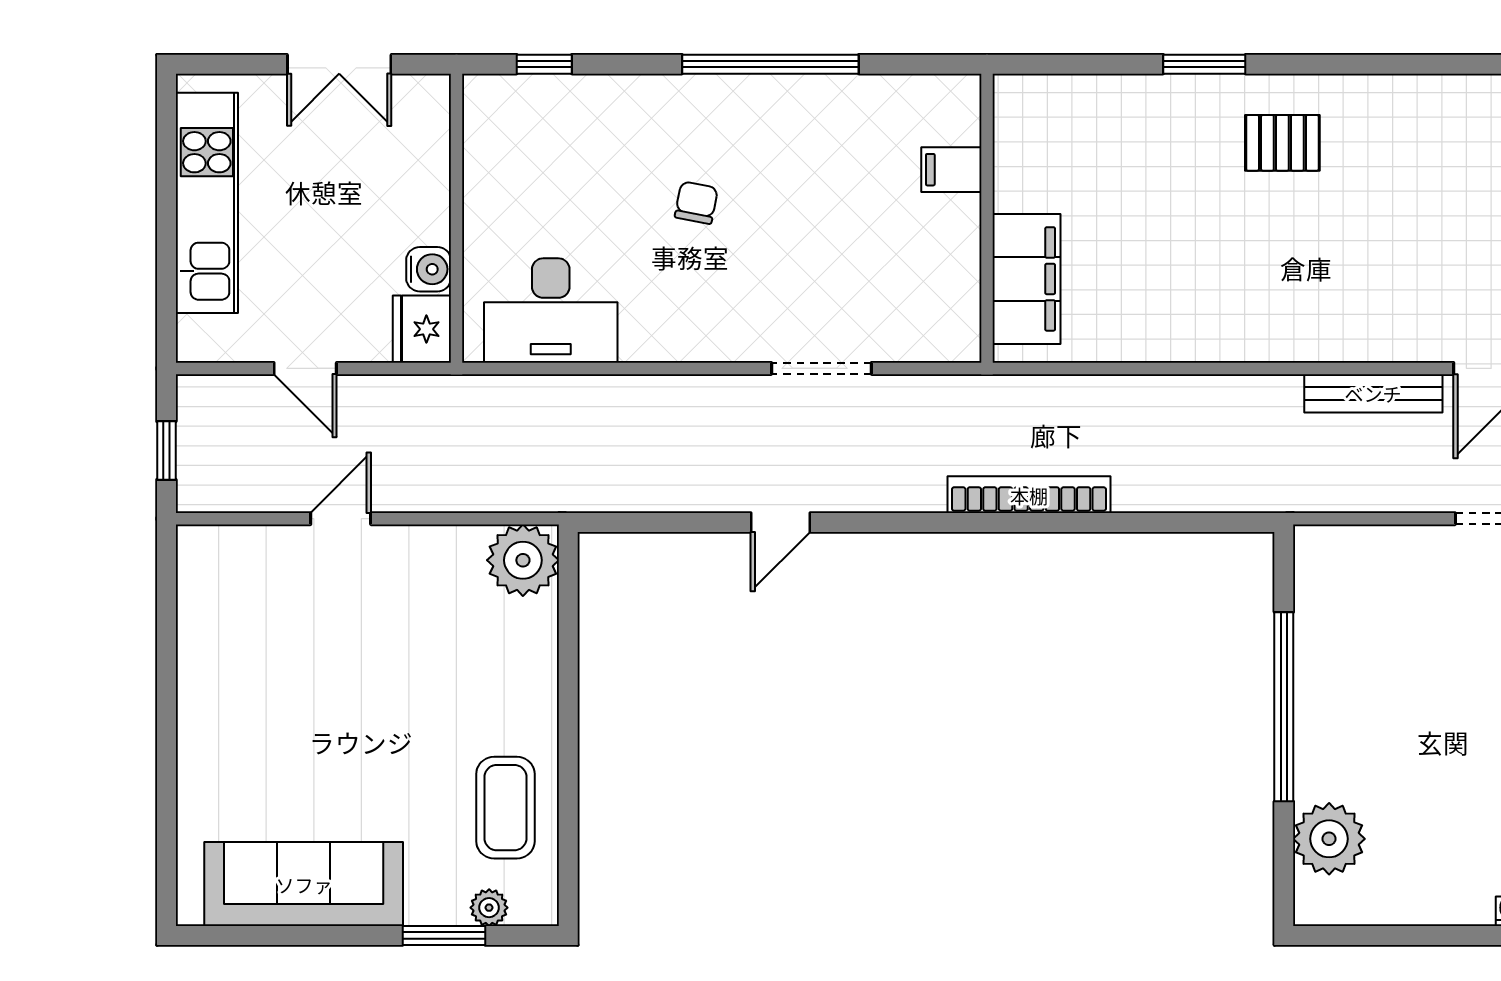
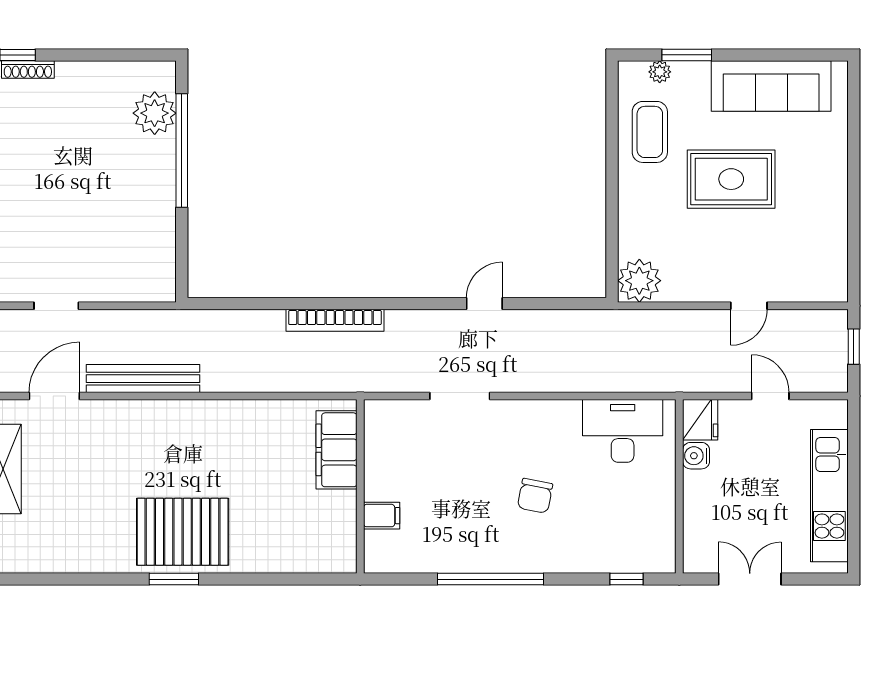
window: (1204, 64) -> (174, 579), moved
pallet: (1282, 143) -> (183, 532), width x2.05, depth x2.00
chair: (696, 203) -> (535, 496), width x1.37, depth x1.37
bench: (1373, 393) -> (143, 379), width x1.37, depth x1.21
window: (1284, 707) -> (182, 151), moved
rug: (370, 729) -> (731, 179), added

